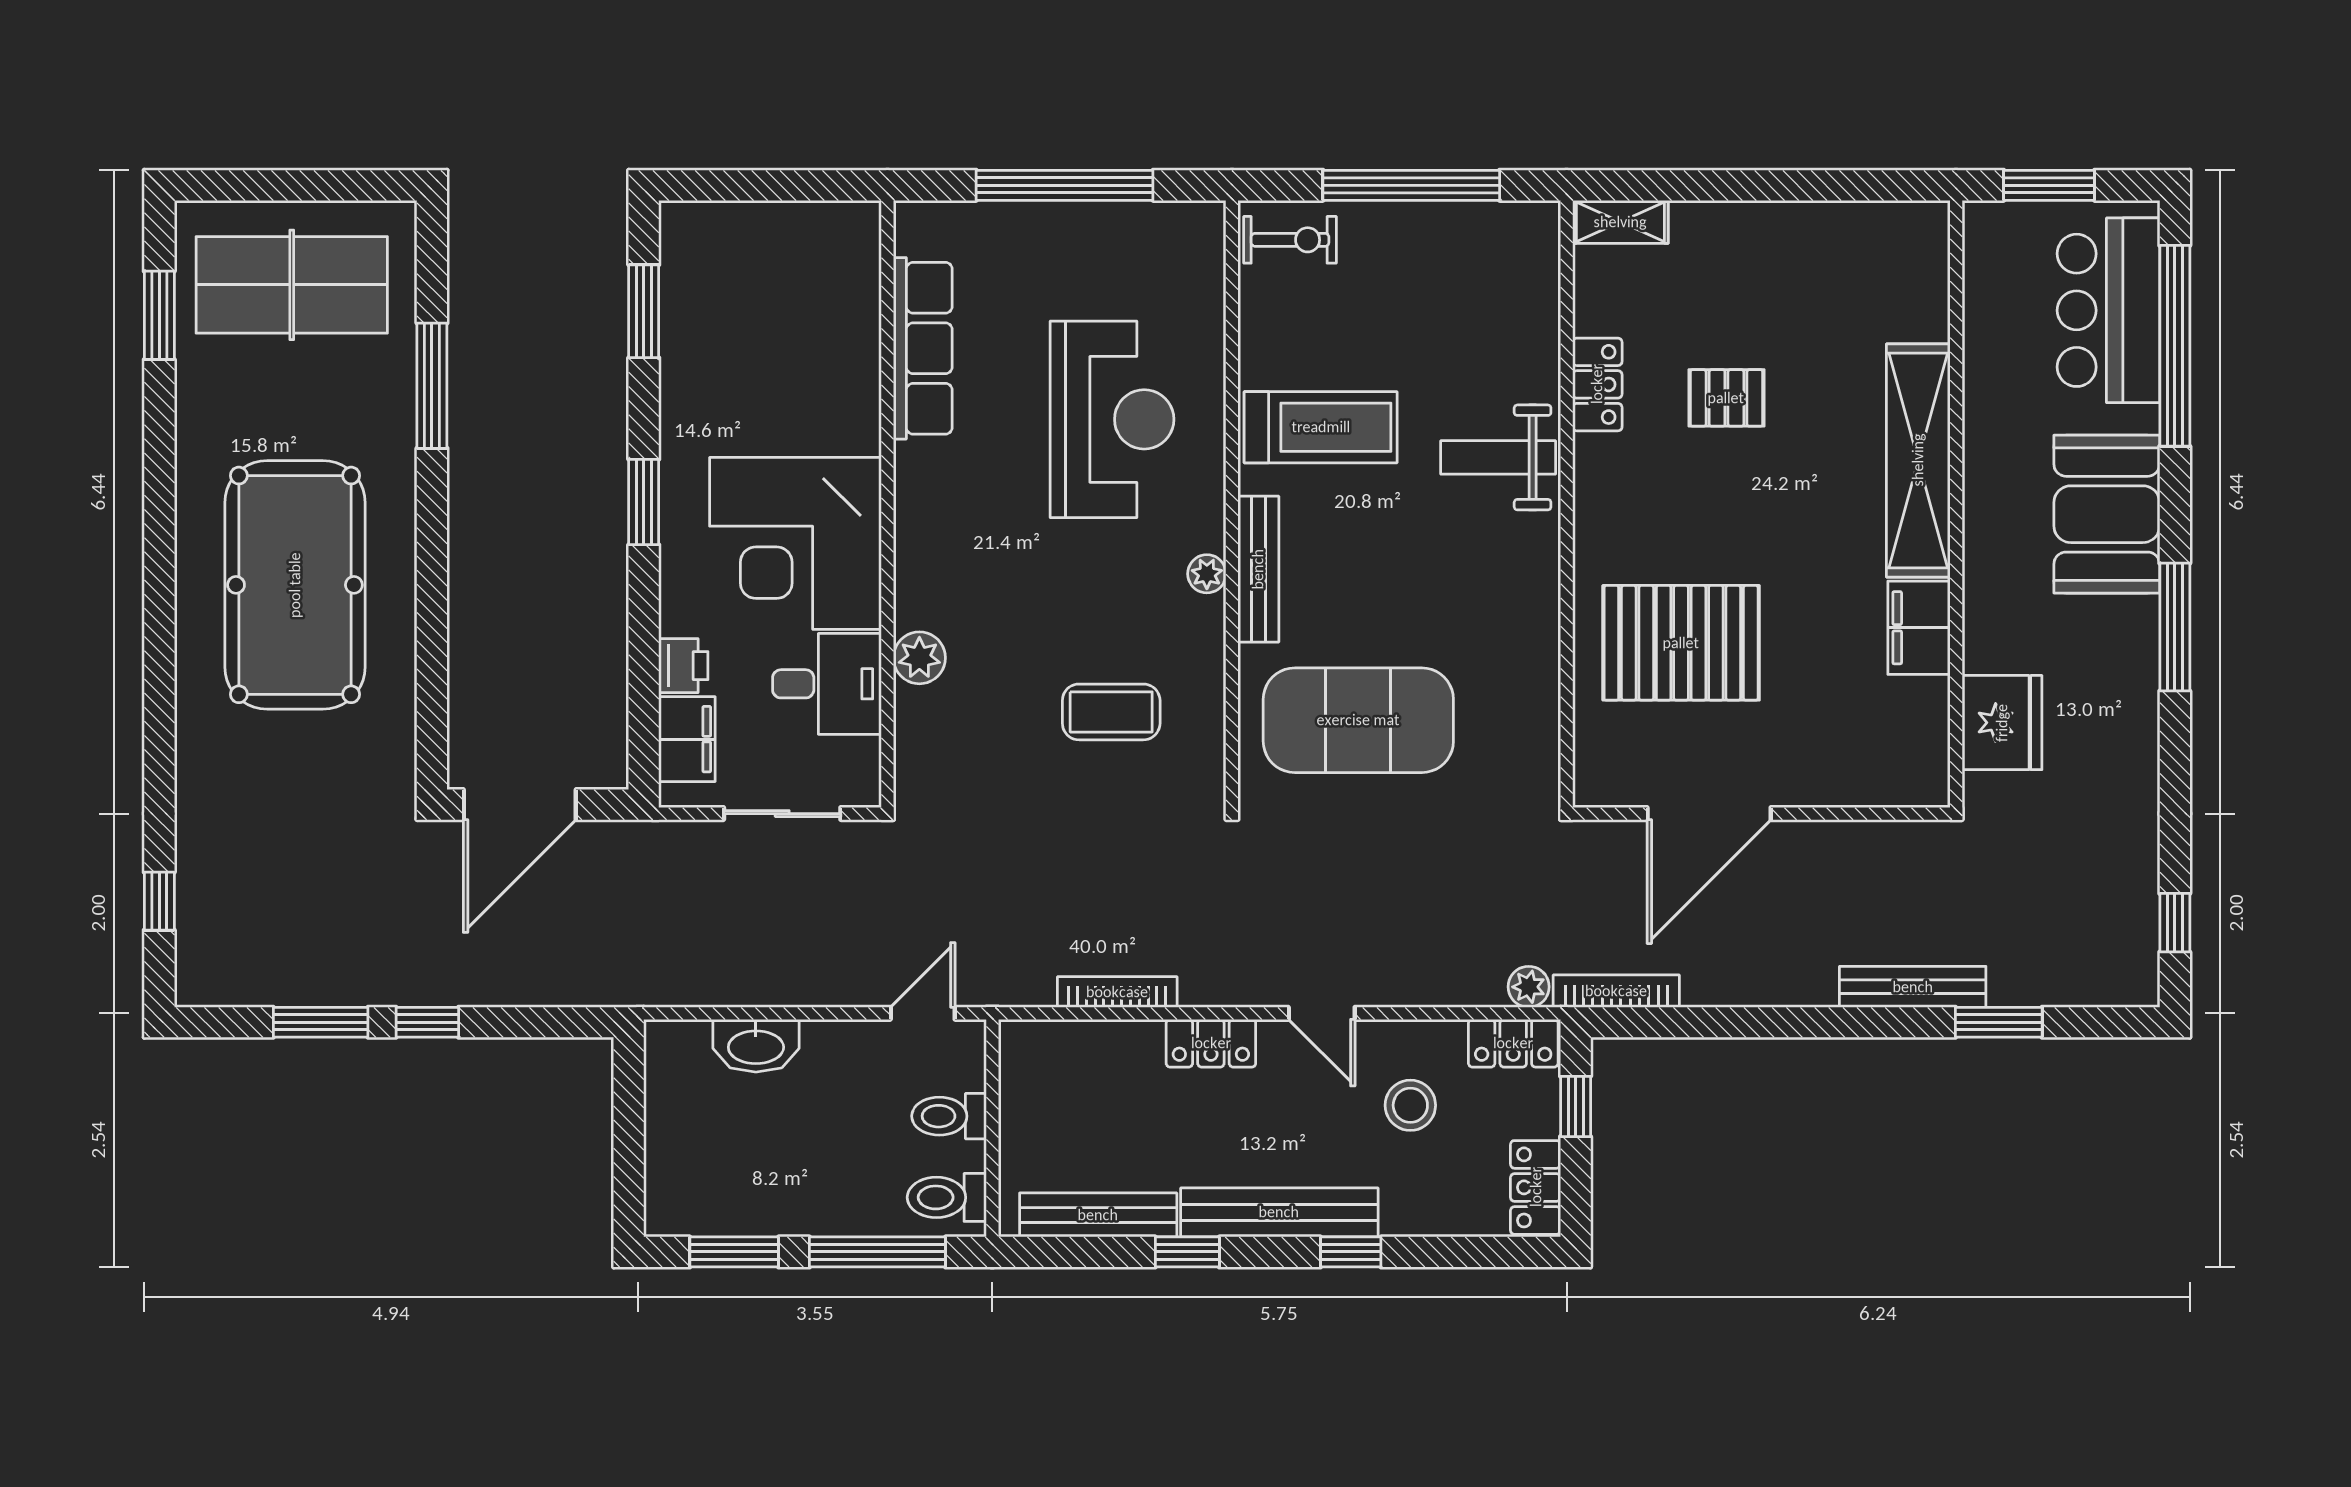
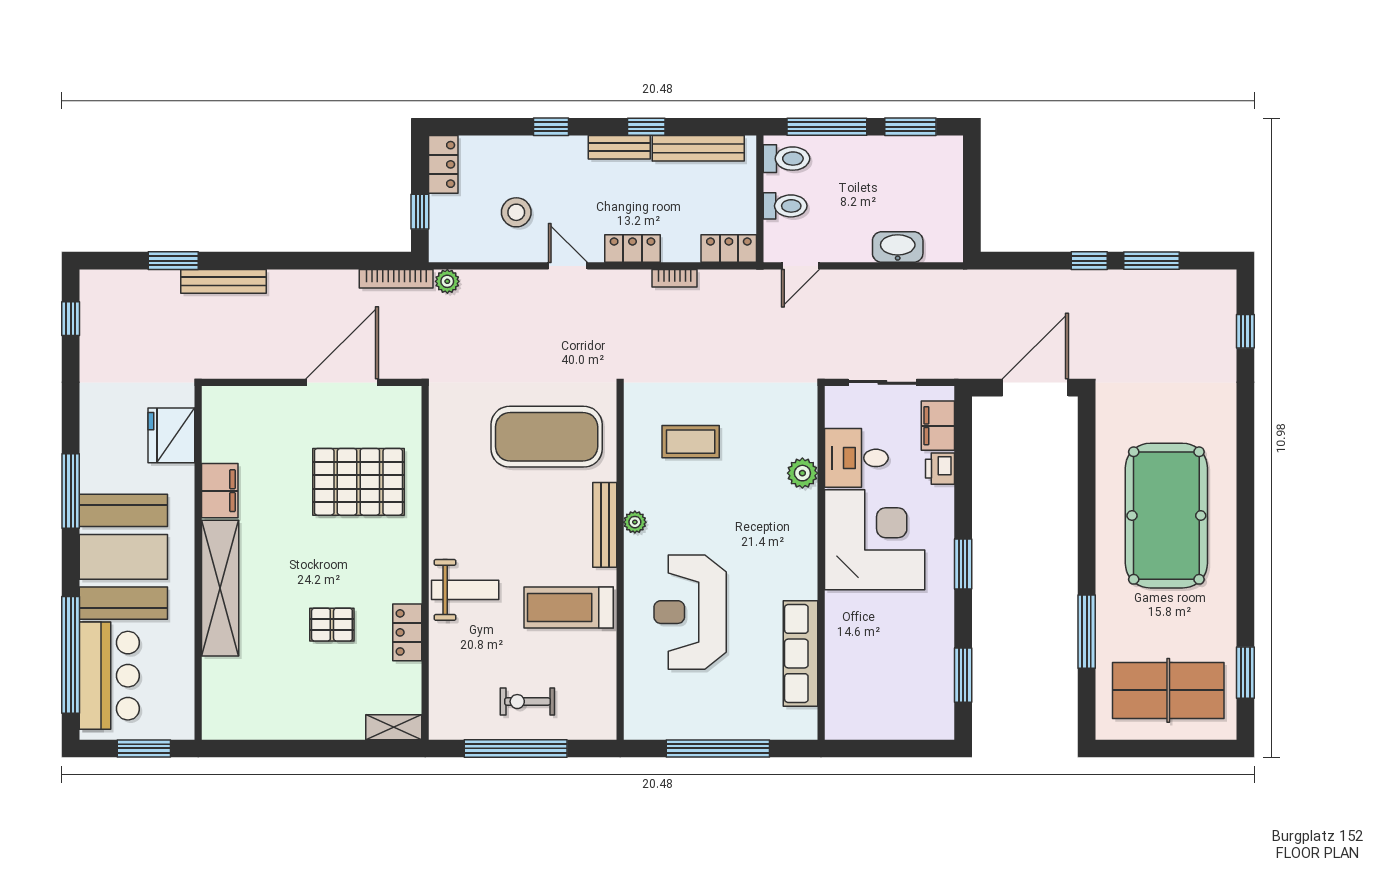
exercise bike: (1290, 240) -> (527, 702), moved
booth: (2107, 514) -> (123, 557), width x1.36, depth x1.42
bookcase: (1117, 992) -> (675, 278), width x0.64
locker: (1513, 1043) -> (729, 248), moved
bench: (1279, 1212) -> (619, 147), width x0.54, depth x0.82

